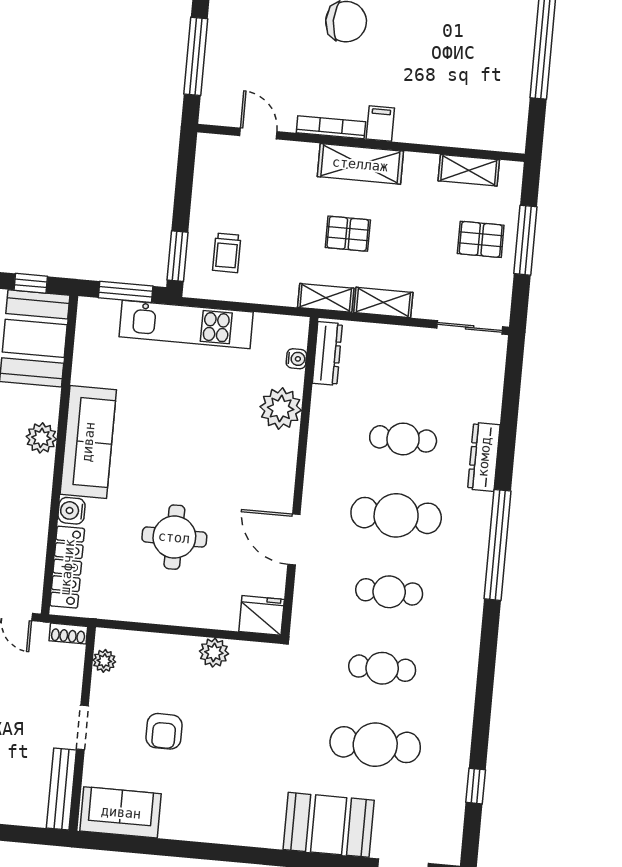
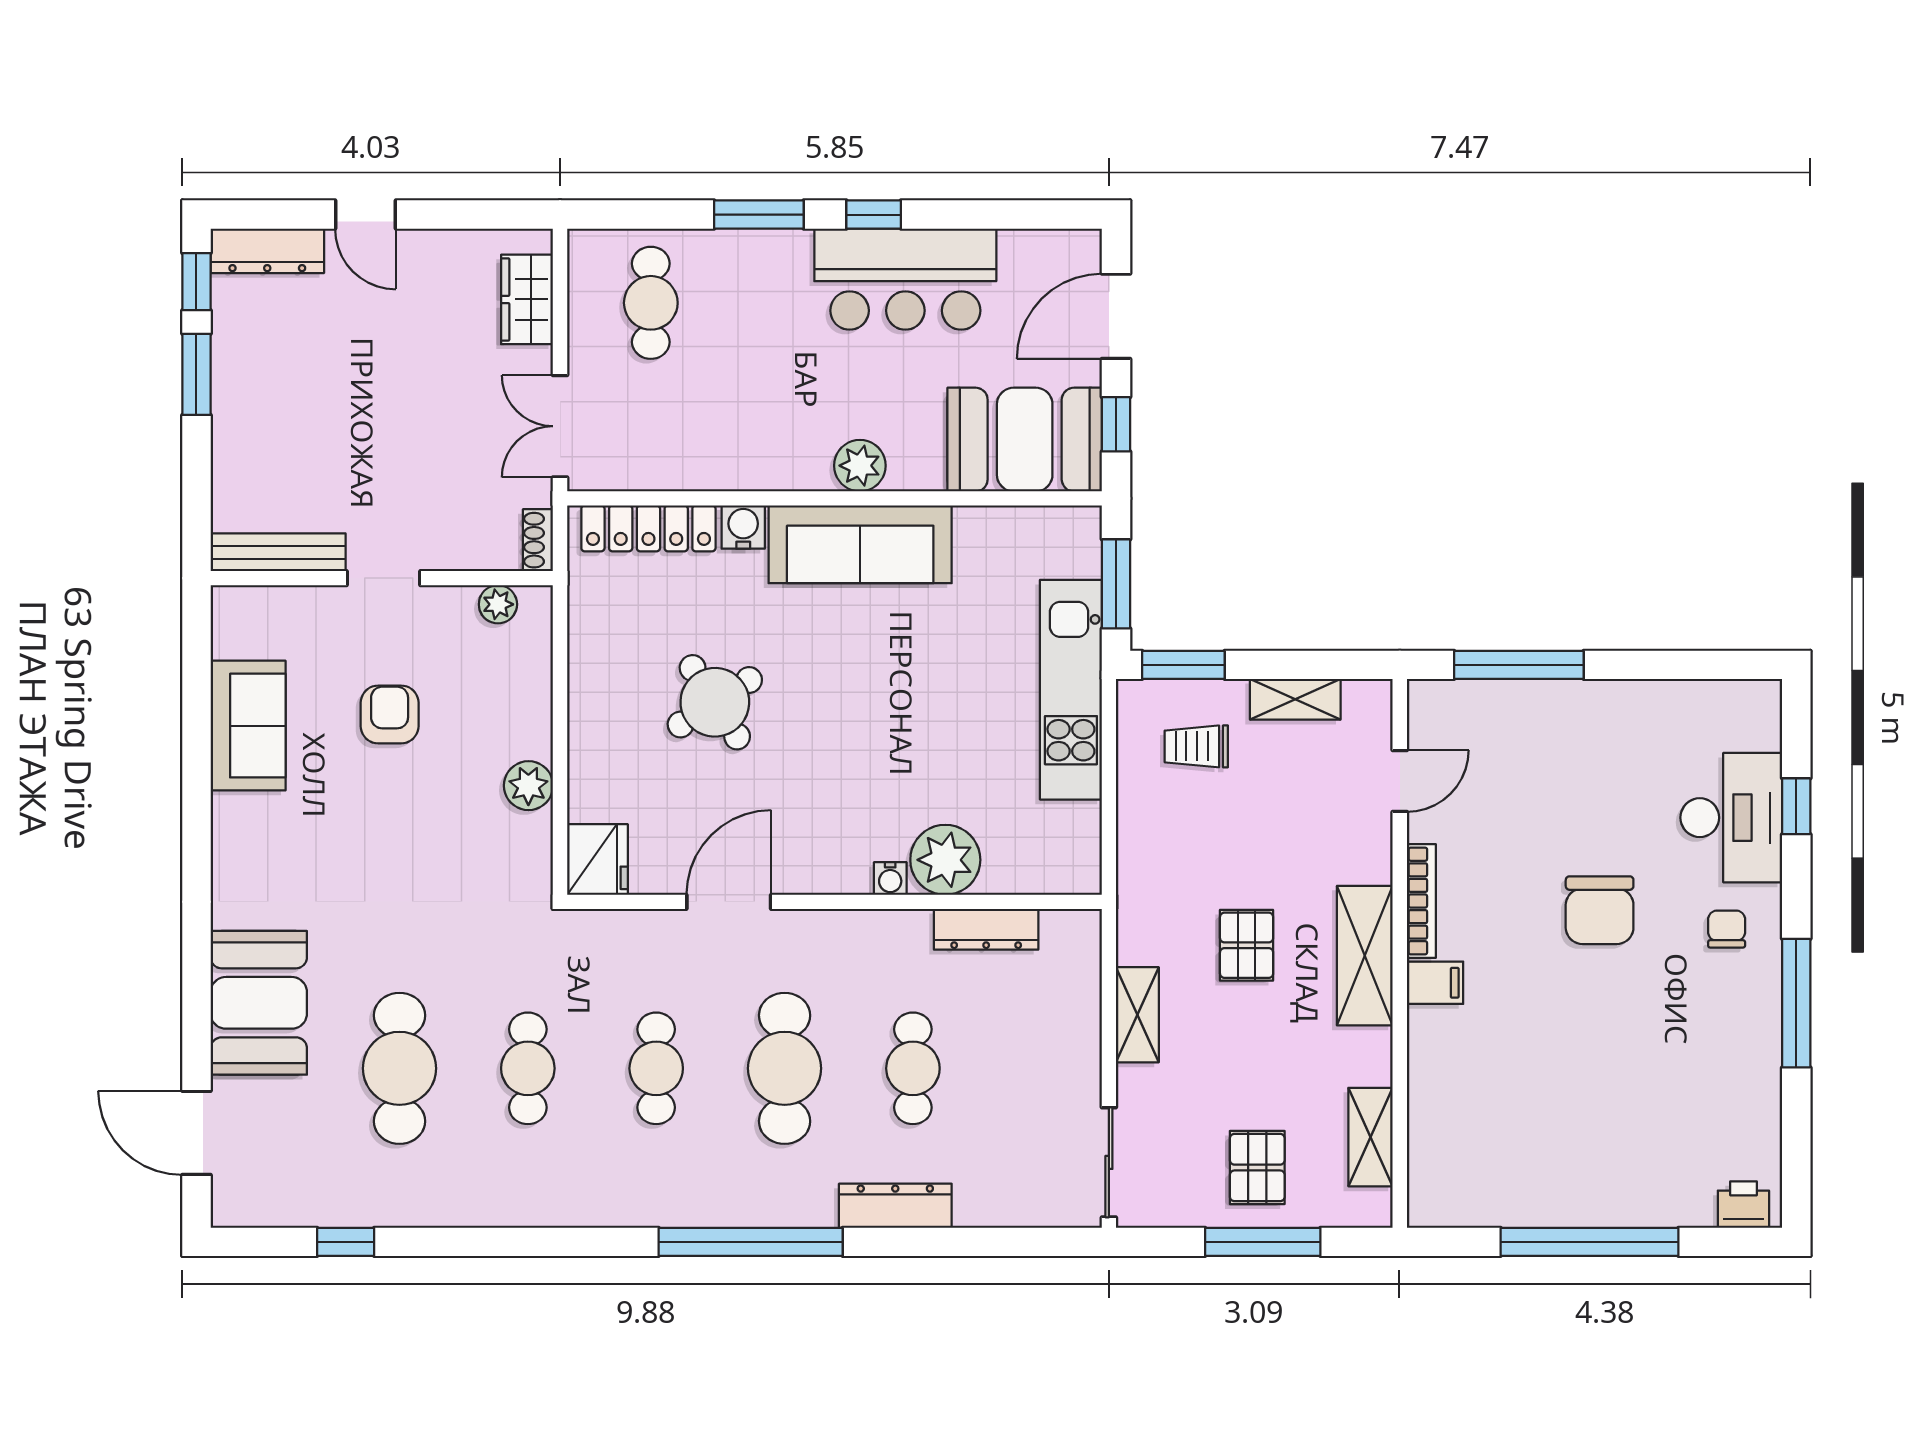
shelving: (326, 298) -> (1295, 699), moved, turned 90
dresser: (327, 353) -> (986, 929), moved
water cooler: (296, 359) -> (890, 878), moved
round table: (174, 537) -> (715, 702), turned -33
armchair: (164, 731) -> (390, 714), turned 90
sofa: (121, 812) -> (248, 726), moved

